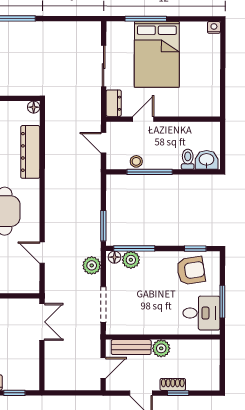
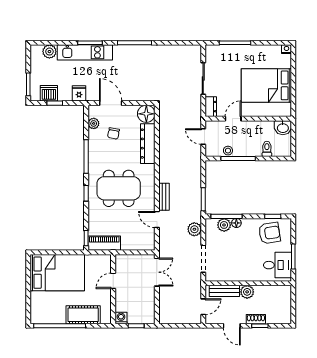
bed: (157, 54) -> (266, 85), moved, turned 90
floor lamp: (34, 107) -> (146, 114), width x1.89, depth x1.89
washbasin: (207, 160) -> (283, 128), moved, turned 180
bench: (52, 222) -> (164, 197), added
floor lamp: (114, 257) -> (236, 223), moved

